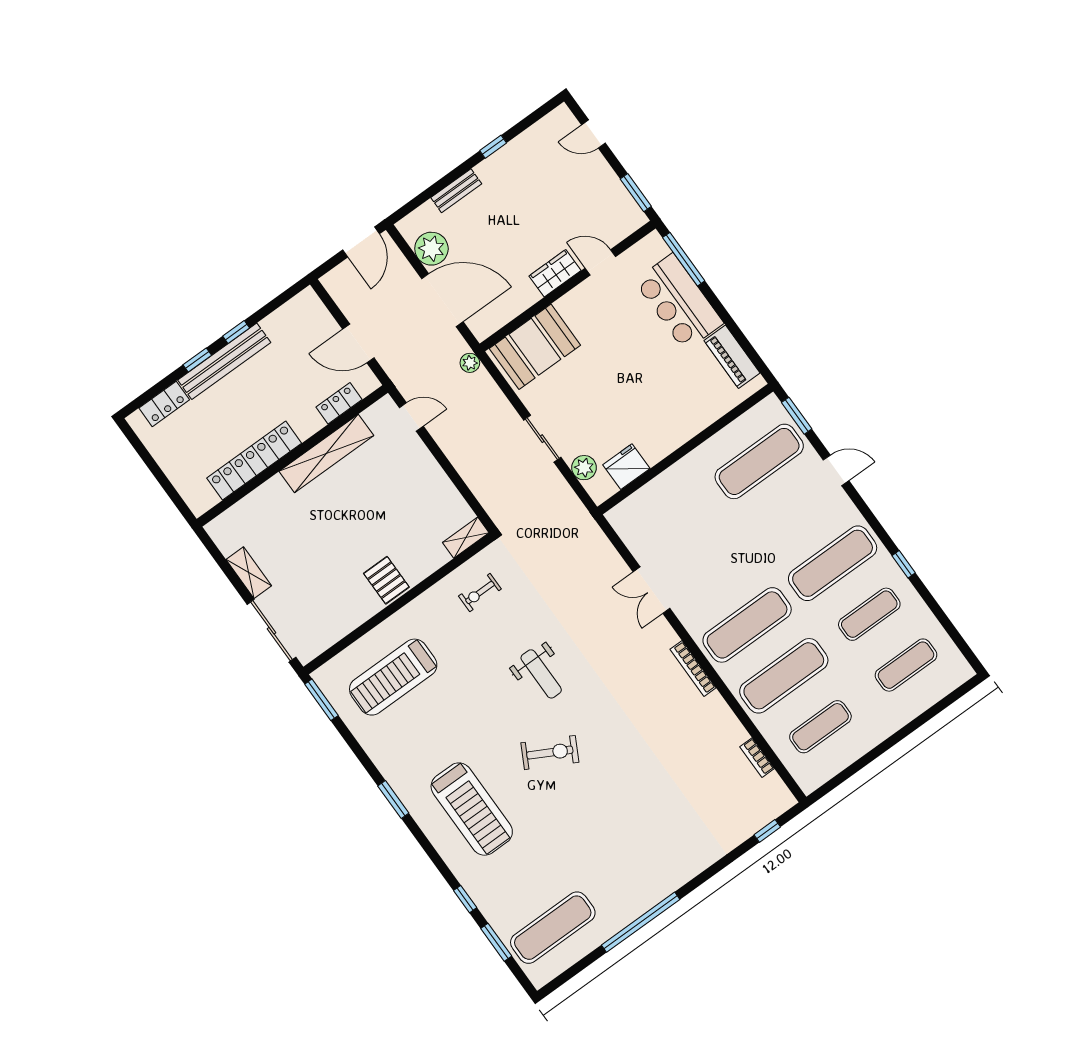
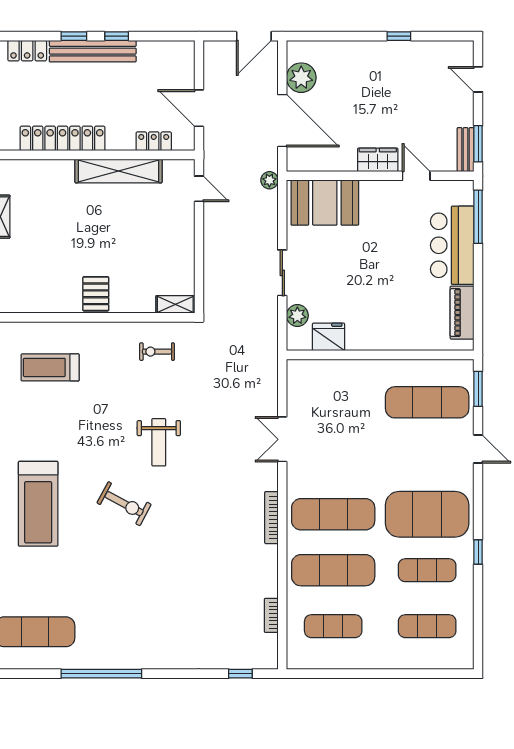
bench: (456, 191) -> (466, 150), moved, turned 90
exercise mat: (833, 563) -> (427, 514), width x1.47
treadmill: (393, 677) -> (50, 367), width x0.73, depth x0.73

